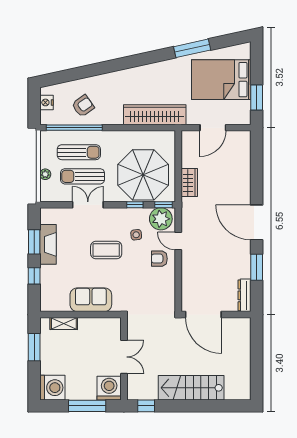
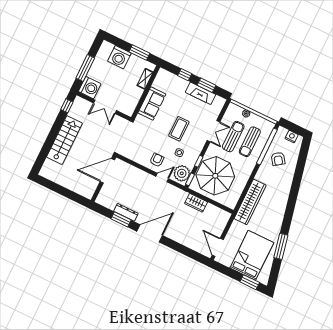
window: (257, 97) -> (250, 282), moved
door: (213, 128) -> (218, 247), moved
dresser: (245, 295) -> (126, 212), moved
washing machine: (52, 388) -> (119, 57), moved

